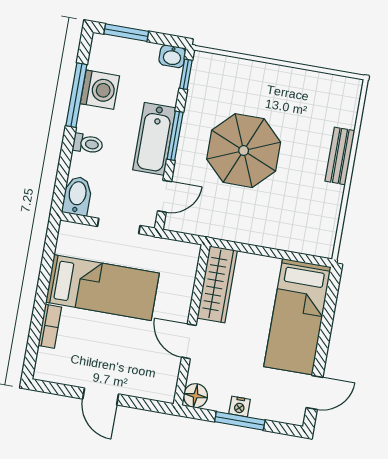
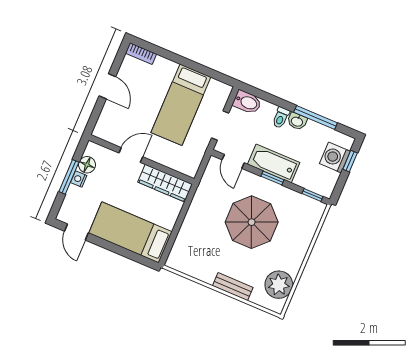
window: (126, 33) -> (350, 161), width x0.67
washbasin: (172, 56) -> (297, 121), moved, turned -90
washing machine: (100, 90) -> (335, 157), moved, turned 90
plant: (322, 92) -> (279, 285), added
window: (175, 136) -> (272, 178), width x0.67
bookcase: (50, 326) -> (141, 54), moved
floor lamp: (195, 396) -> (87, 165), moved
door: (101, 397) -> (107, 86), swing flipped

